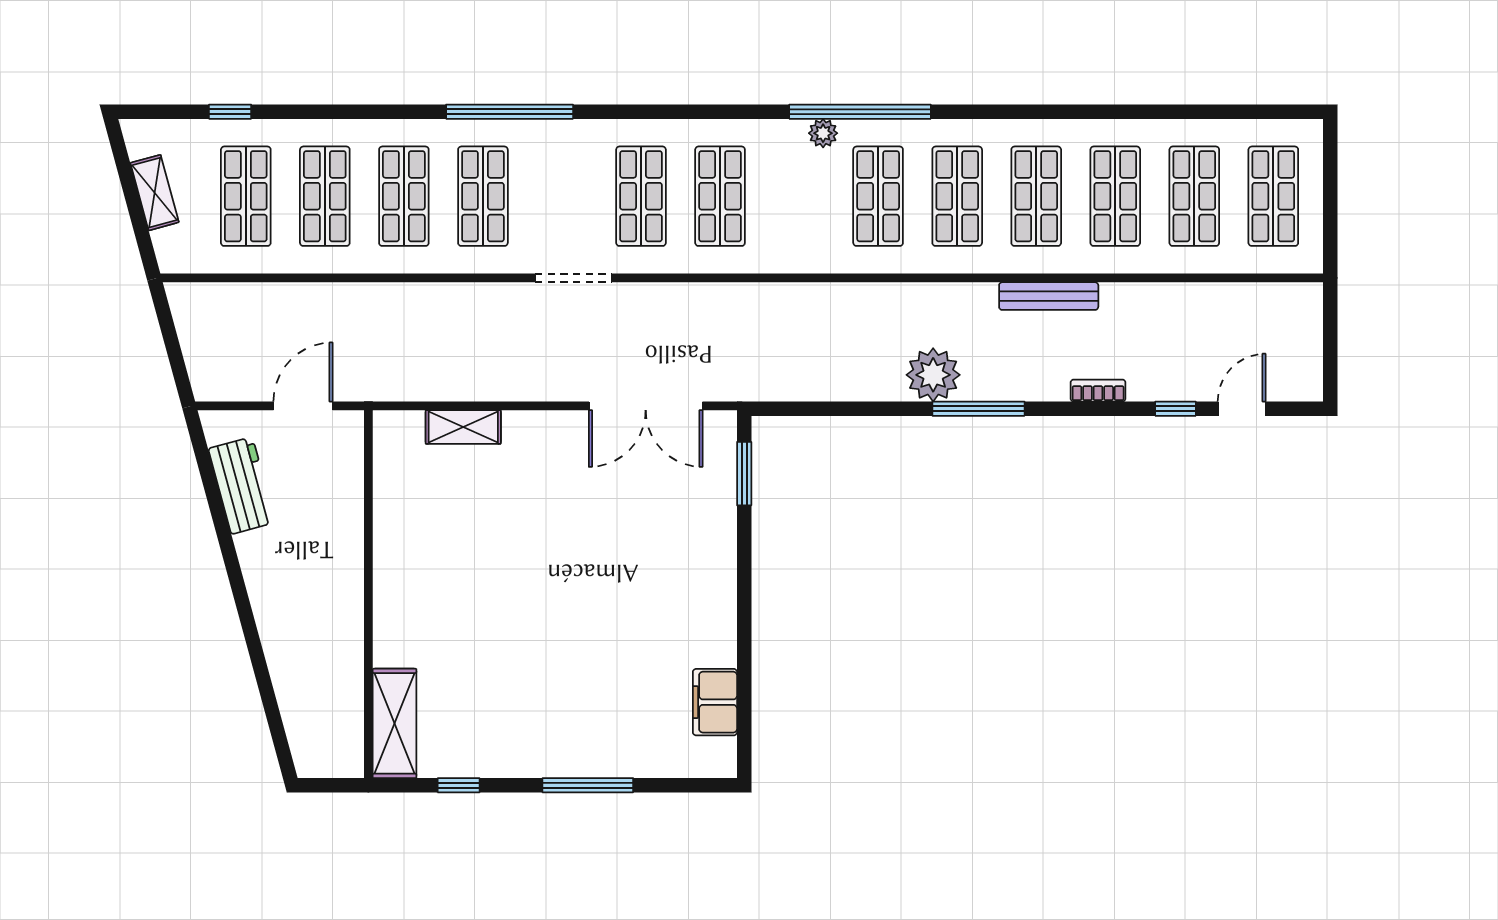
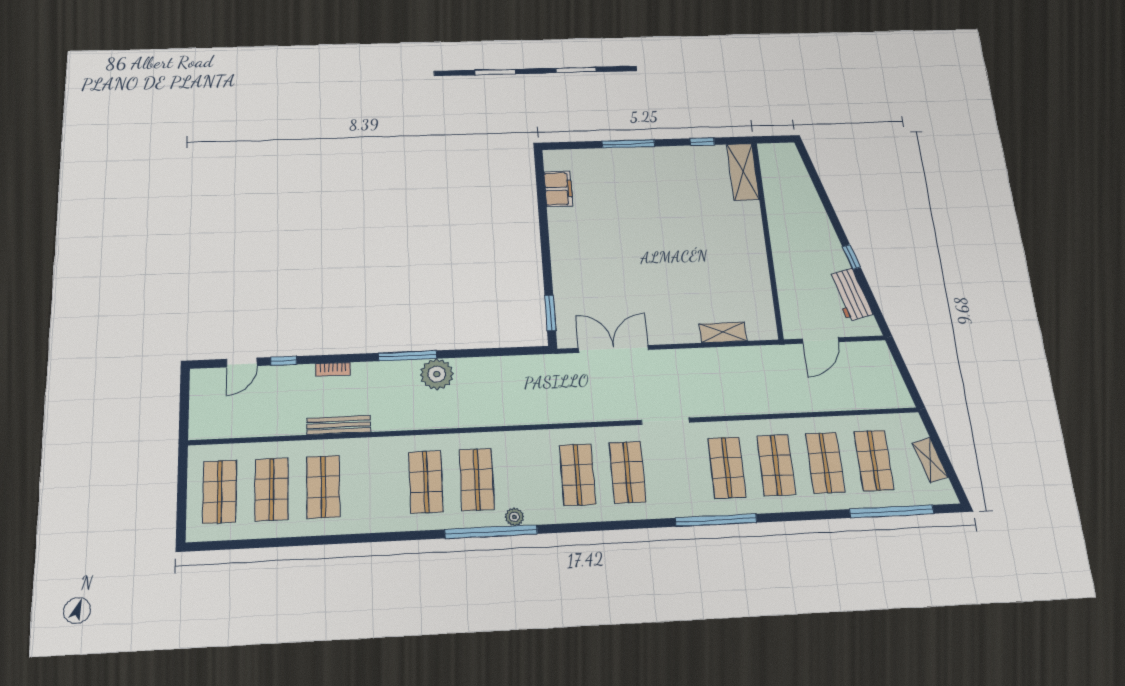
window: (230, 112) -> (892, 511), width x3.17
shop shelf: (1036, 196) -> (375, 484), removed
bench: (1049, 296) -> (339, 425), moved
window: (229, 555) -> (851, 257), added

